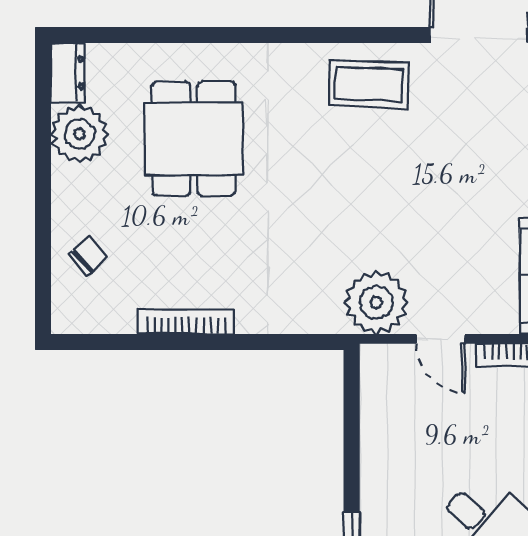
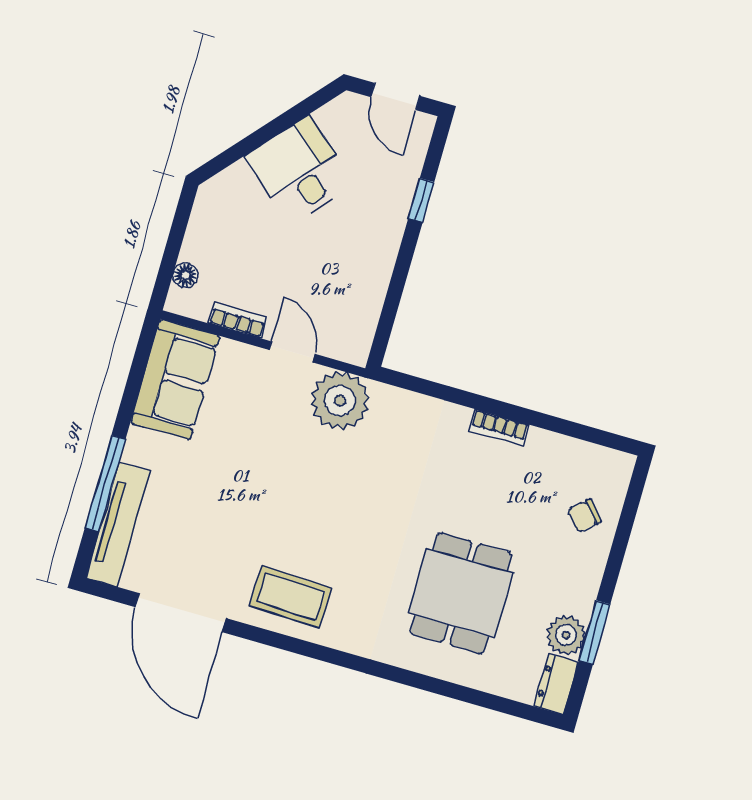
plant: (80, 134) -> (566, 635), width x0.73, depth x0.73
window: (43, 138) -> (595, 632), added
bookcase: (186, 322) -> (499, 428), width x0.64

